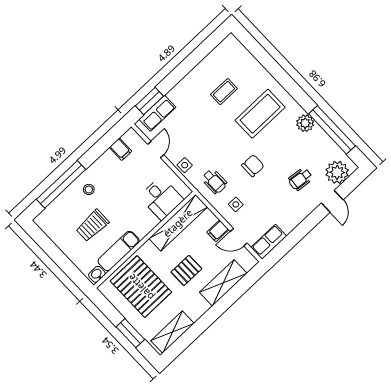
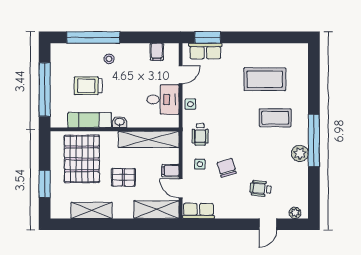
coffee table: (224, 92) -> (265, 79), width x1.86, depth x1.72
coffee table: (260, 114) -> (275, 118), width x0.73, depth x0.76
window: (332, 130) -> (314, 141), moved
chair: (253, 166) -> (227, 168), moved, turned -106
plant: (337, 172) -> (295, 213), width x0.53, depth x0.53
desk: (161, 198) -> (163, 99), moved, turned -90
window: (61, 260) -> (45, 89), added
washbasin: (97, 274) -> (120, 122), moved
shelving: (223, 283) -> (156, 210), moved
shelving: (172, 332) -> (92, 210), moved

